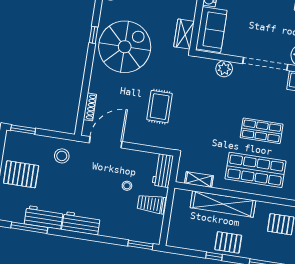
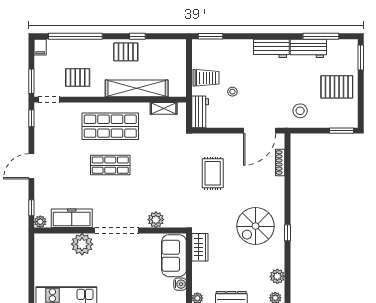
spiral stairs: (125, 47) -> (256, 226), width x0.73, depth x0.73

